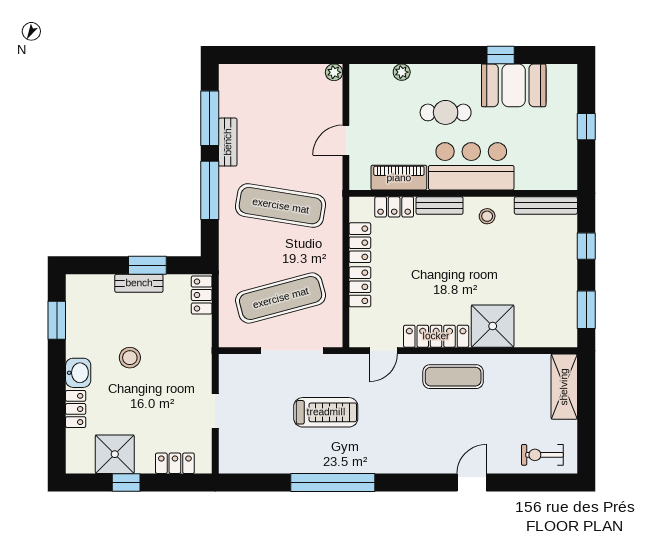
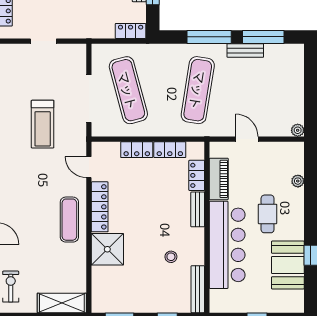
bar counter: (471, 166) -> (227, 245), width x1.36
stool: (487, 216) -> (171, 257), moved

